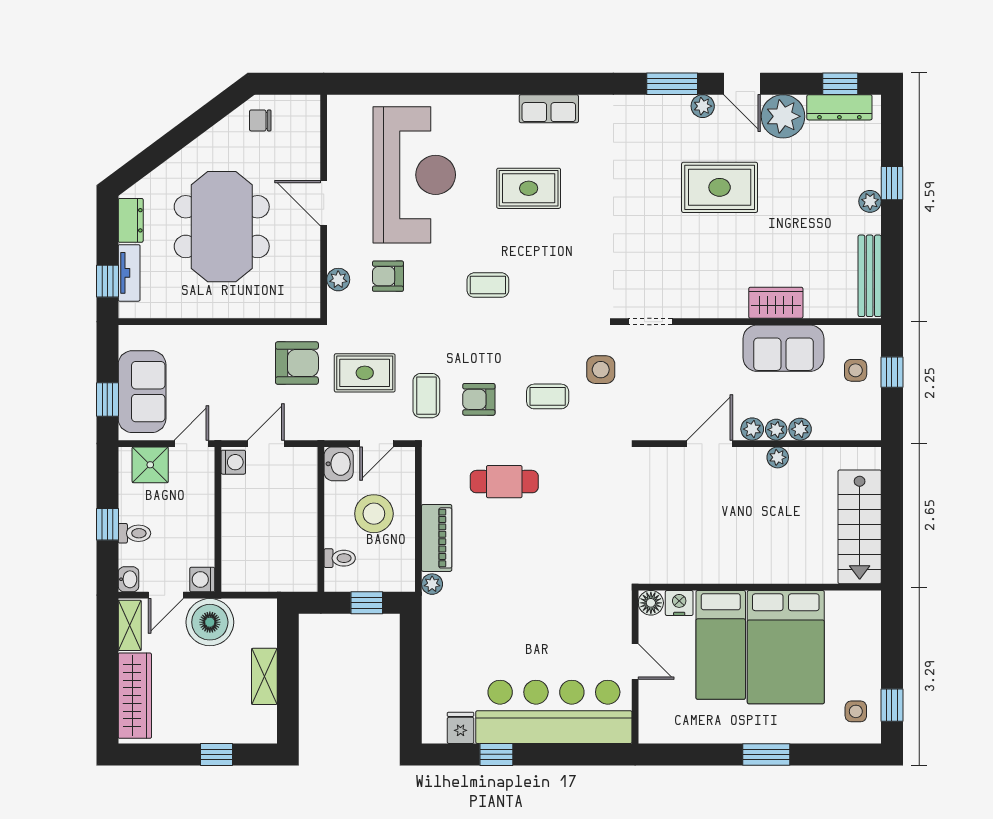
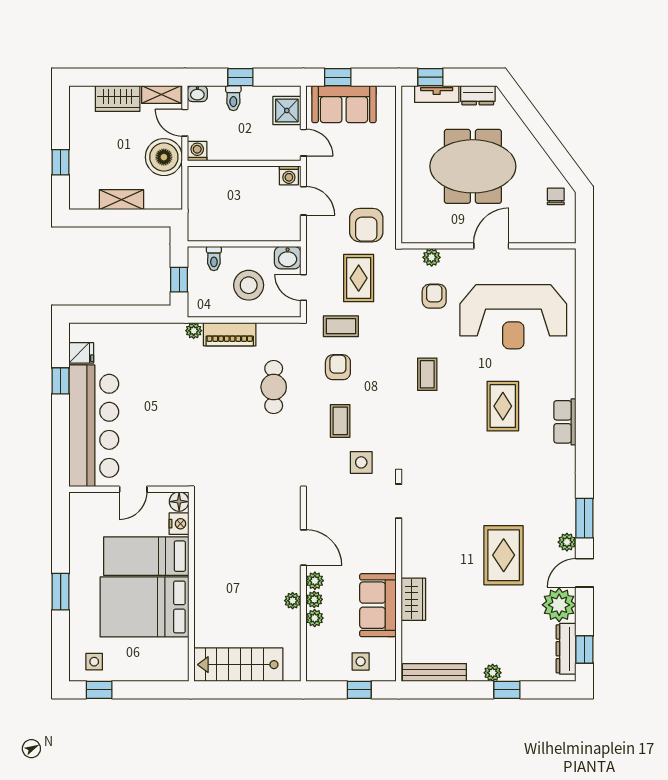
wardrobe: (135, 696) -> (118, 98), width x0.67

